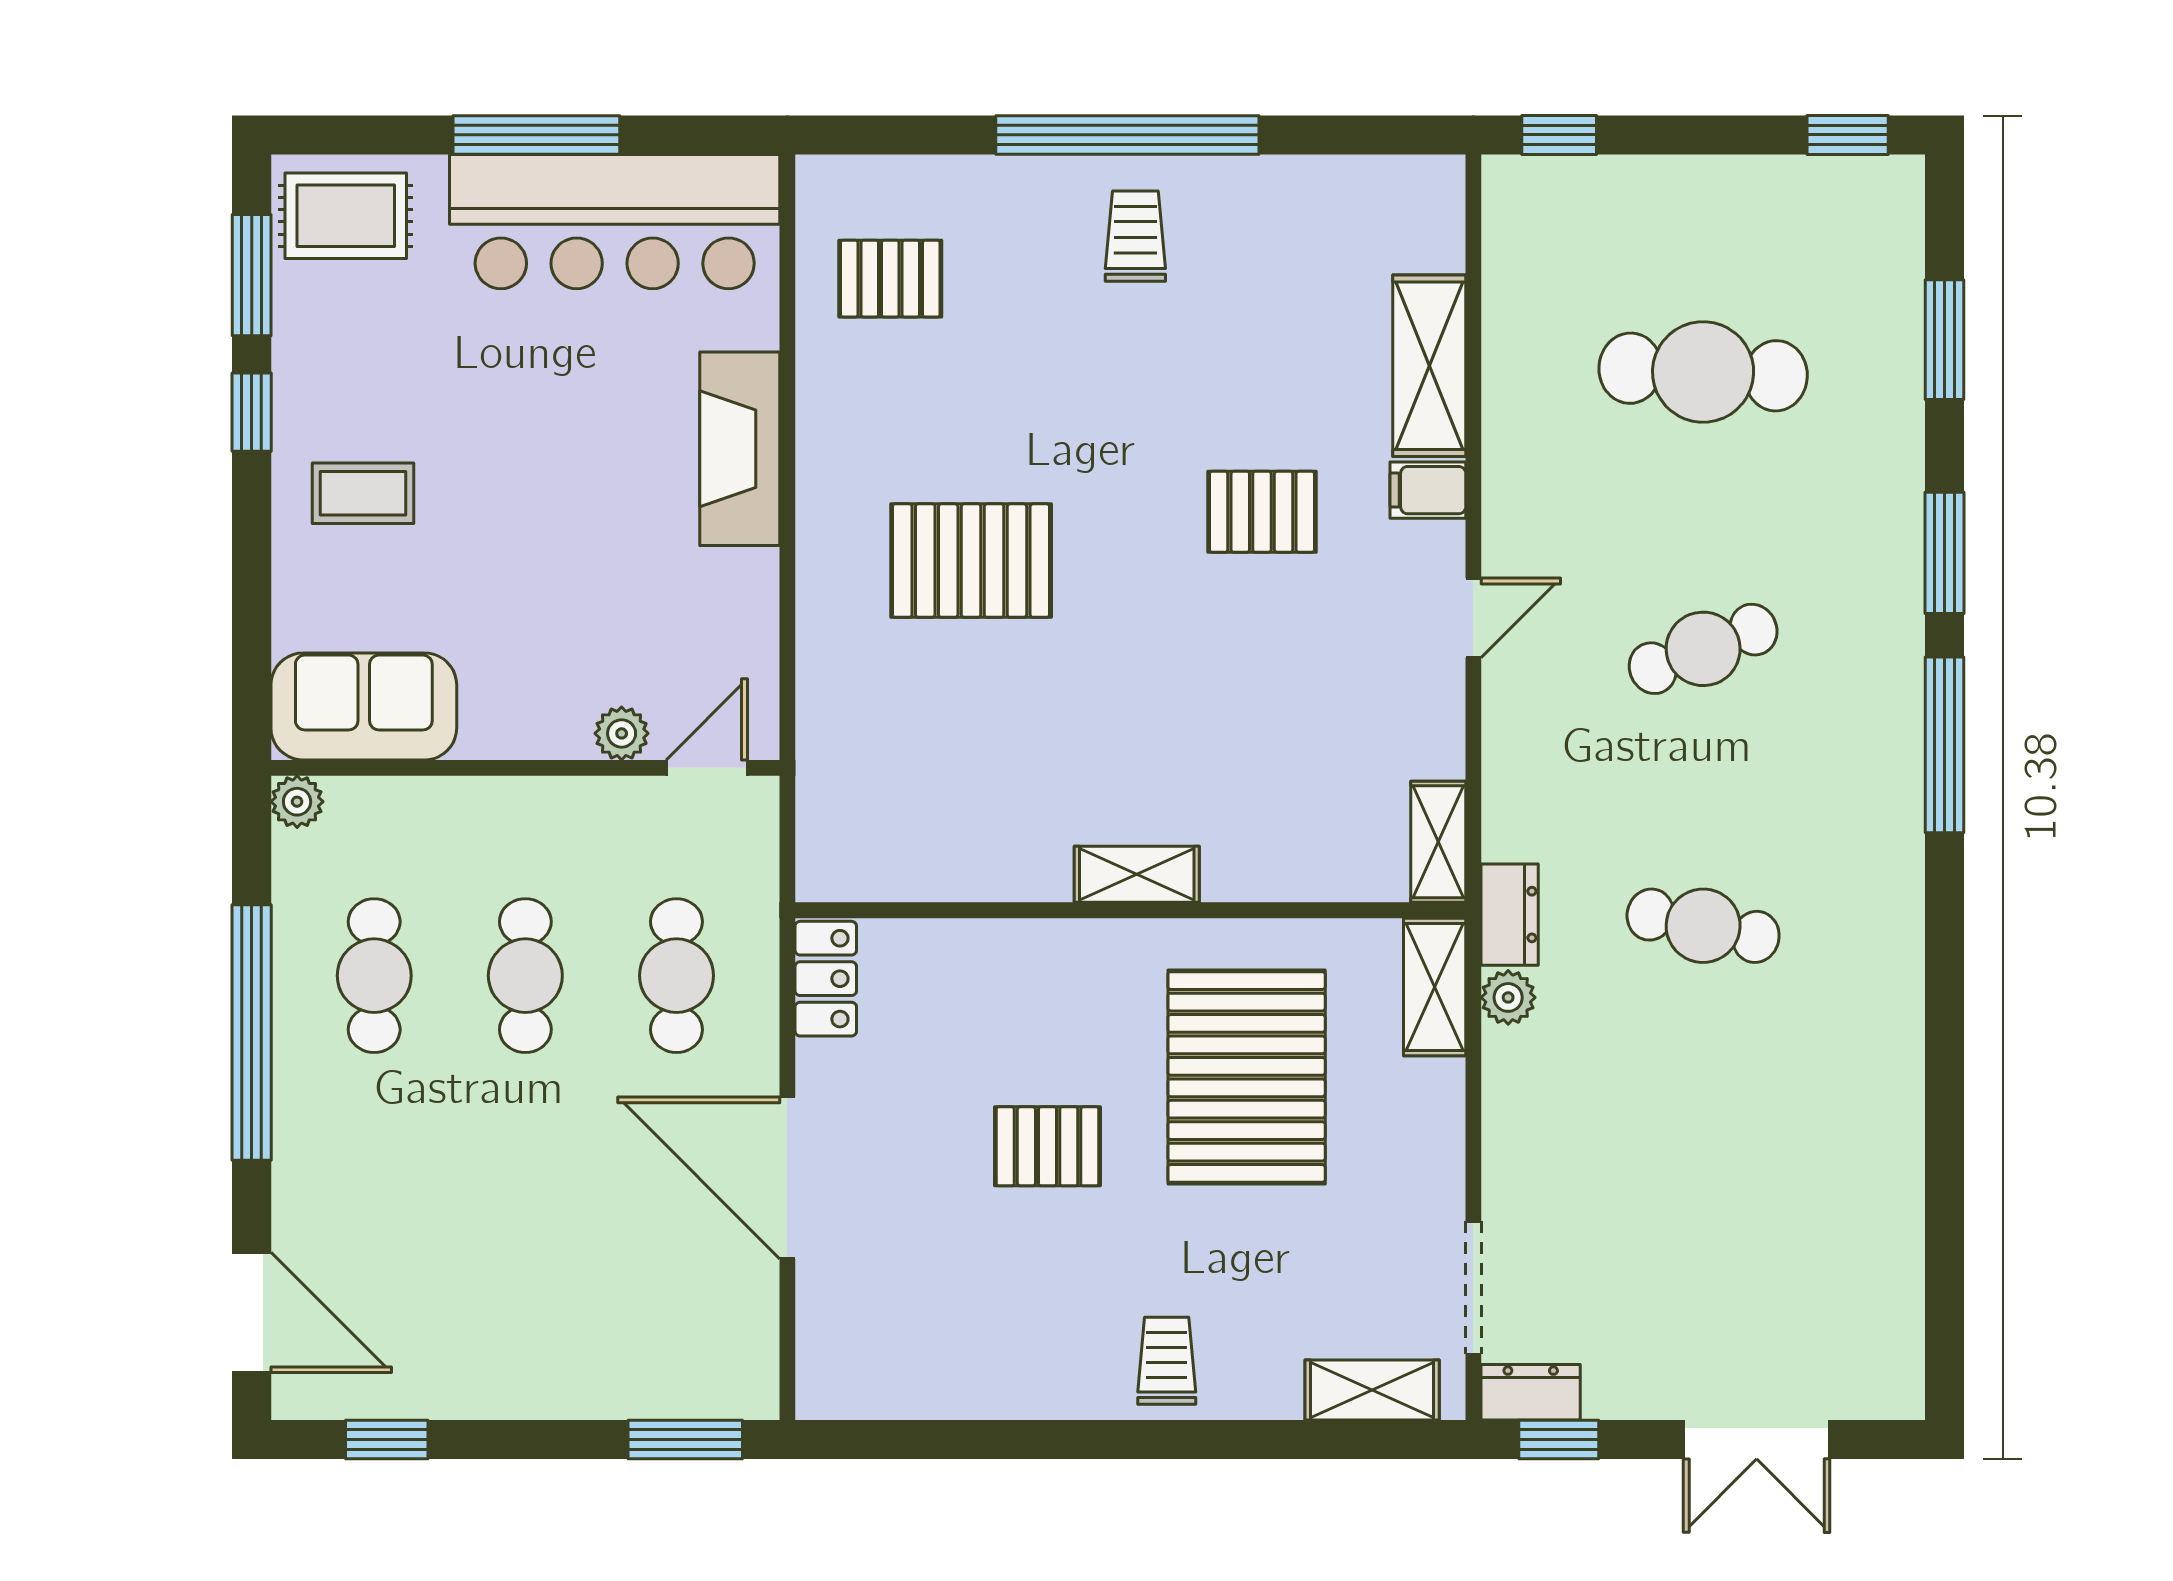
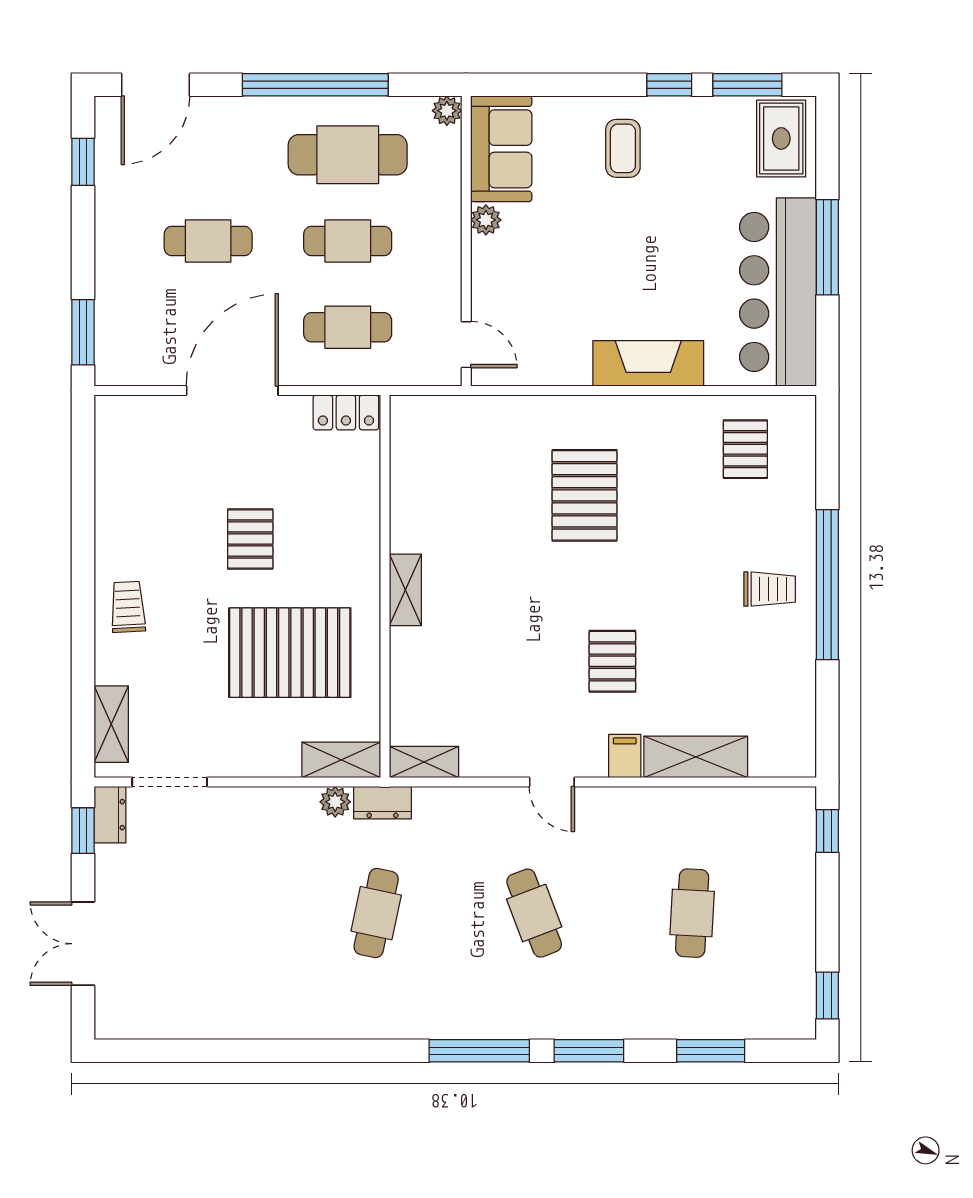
cafe table: (1703, 372) -> (692, 913), width x0.73, depth x0.74
plant: (622, 733) -> (486, 220), moved
cafe table: (374, 976) -> (348, 155), width x1.37, depth x1.35
cafe table: (525, 1220) -> (208, 241), added
trolley: (1167, 1361) -> (128, 607), turned -93

